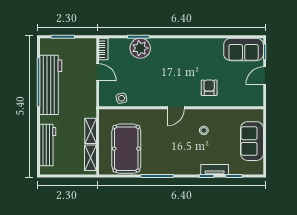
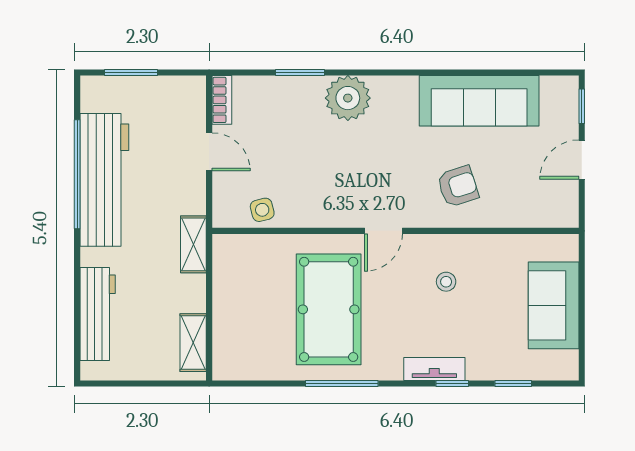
plant: (140, 48) -> (348, 98), moved
sofa: (244, 49) -> (479, 101), moved, width x1.36
armchair: (209, 88) -> (458, 186), turned 72
shelving: (91, 131) -> (193, 244), moved
pool table: (126, 149) -> (329, 309), moved
tv unit: (215, 170) -> (434, 369), moved

